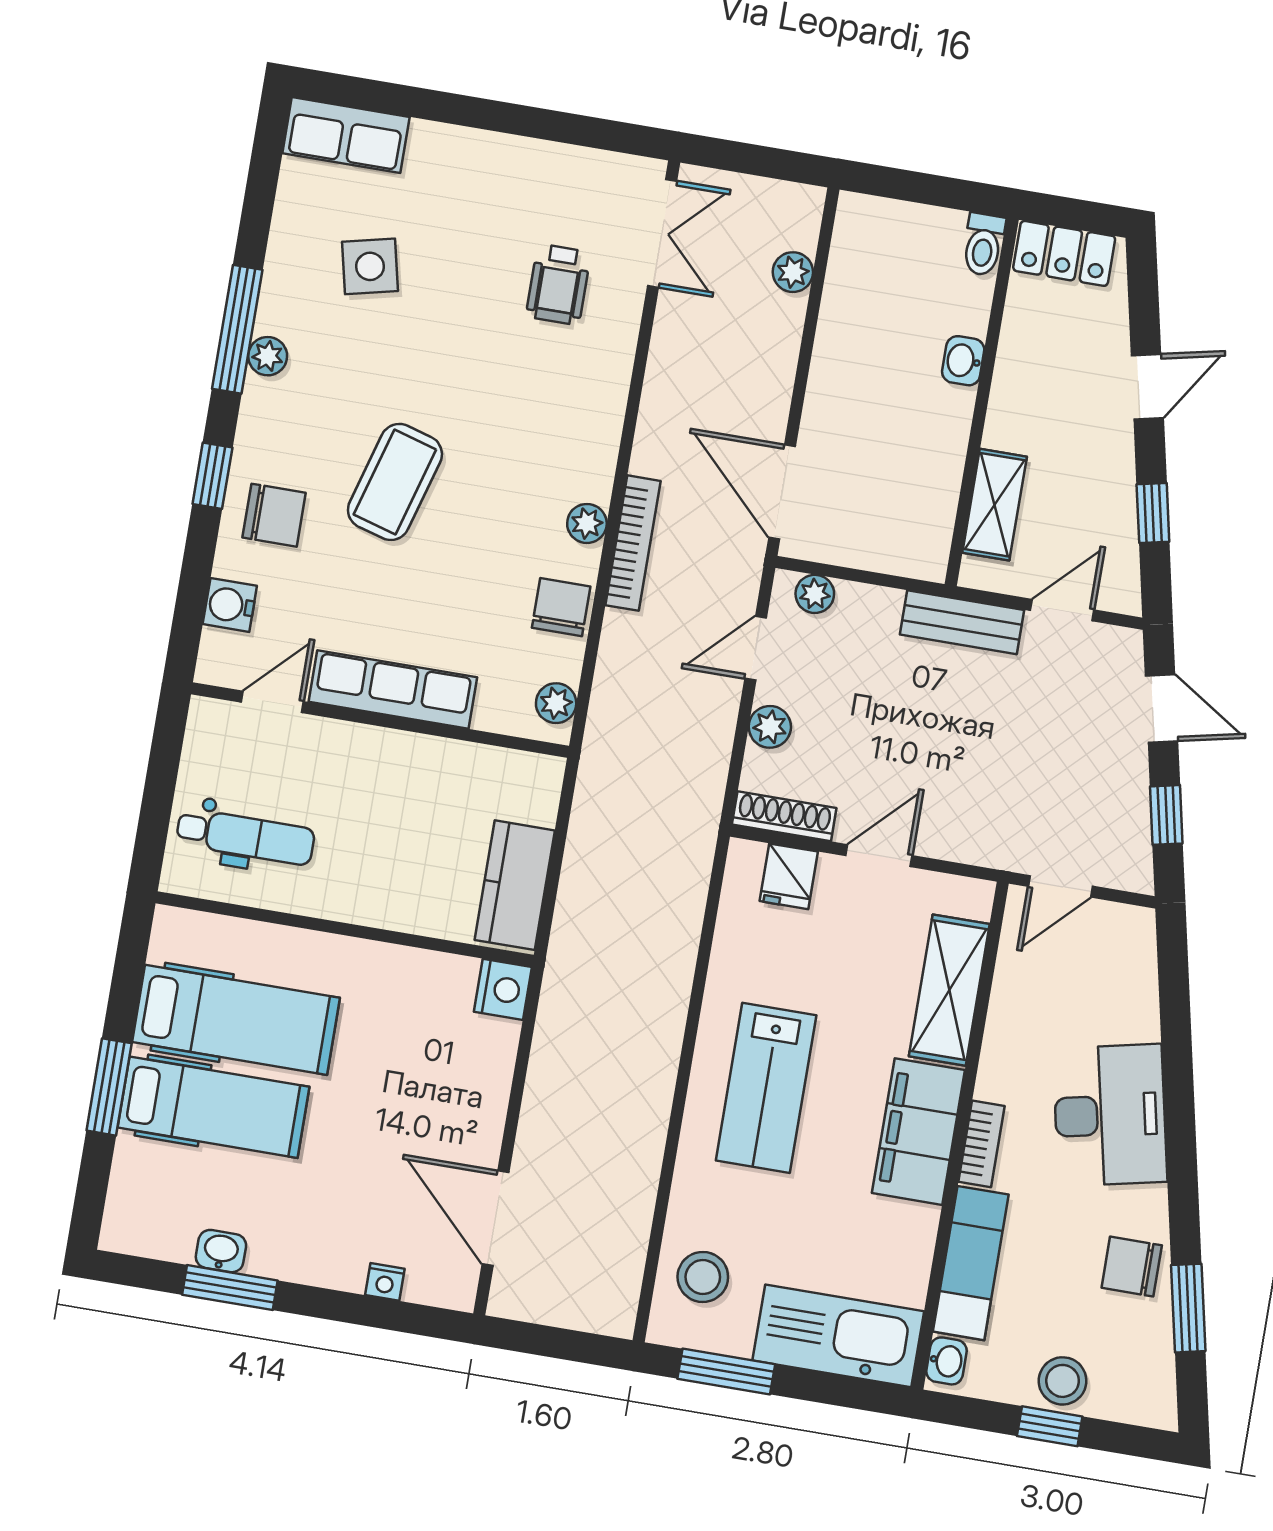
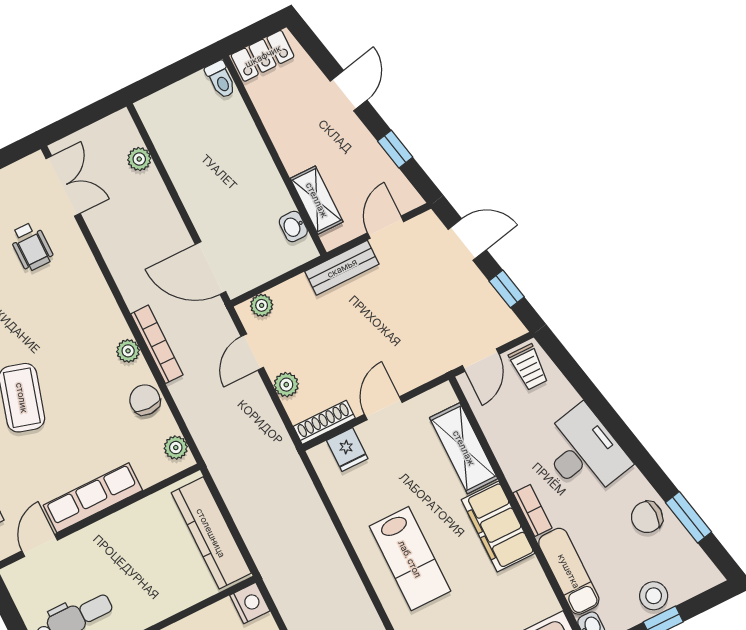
washbasin: (963, 361) -> (293, 226), moved
kitchen counter: (515, 885) -> (211, 533), width x1.50
trolley: (1119, 944) -> (529, 367), added

